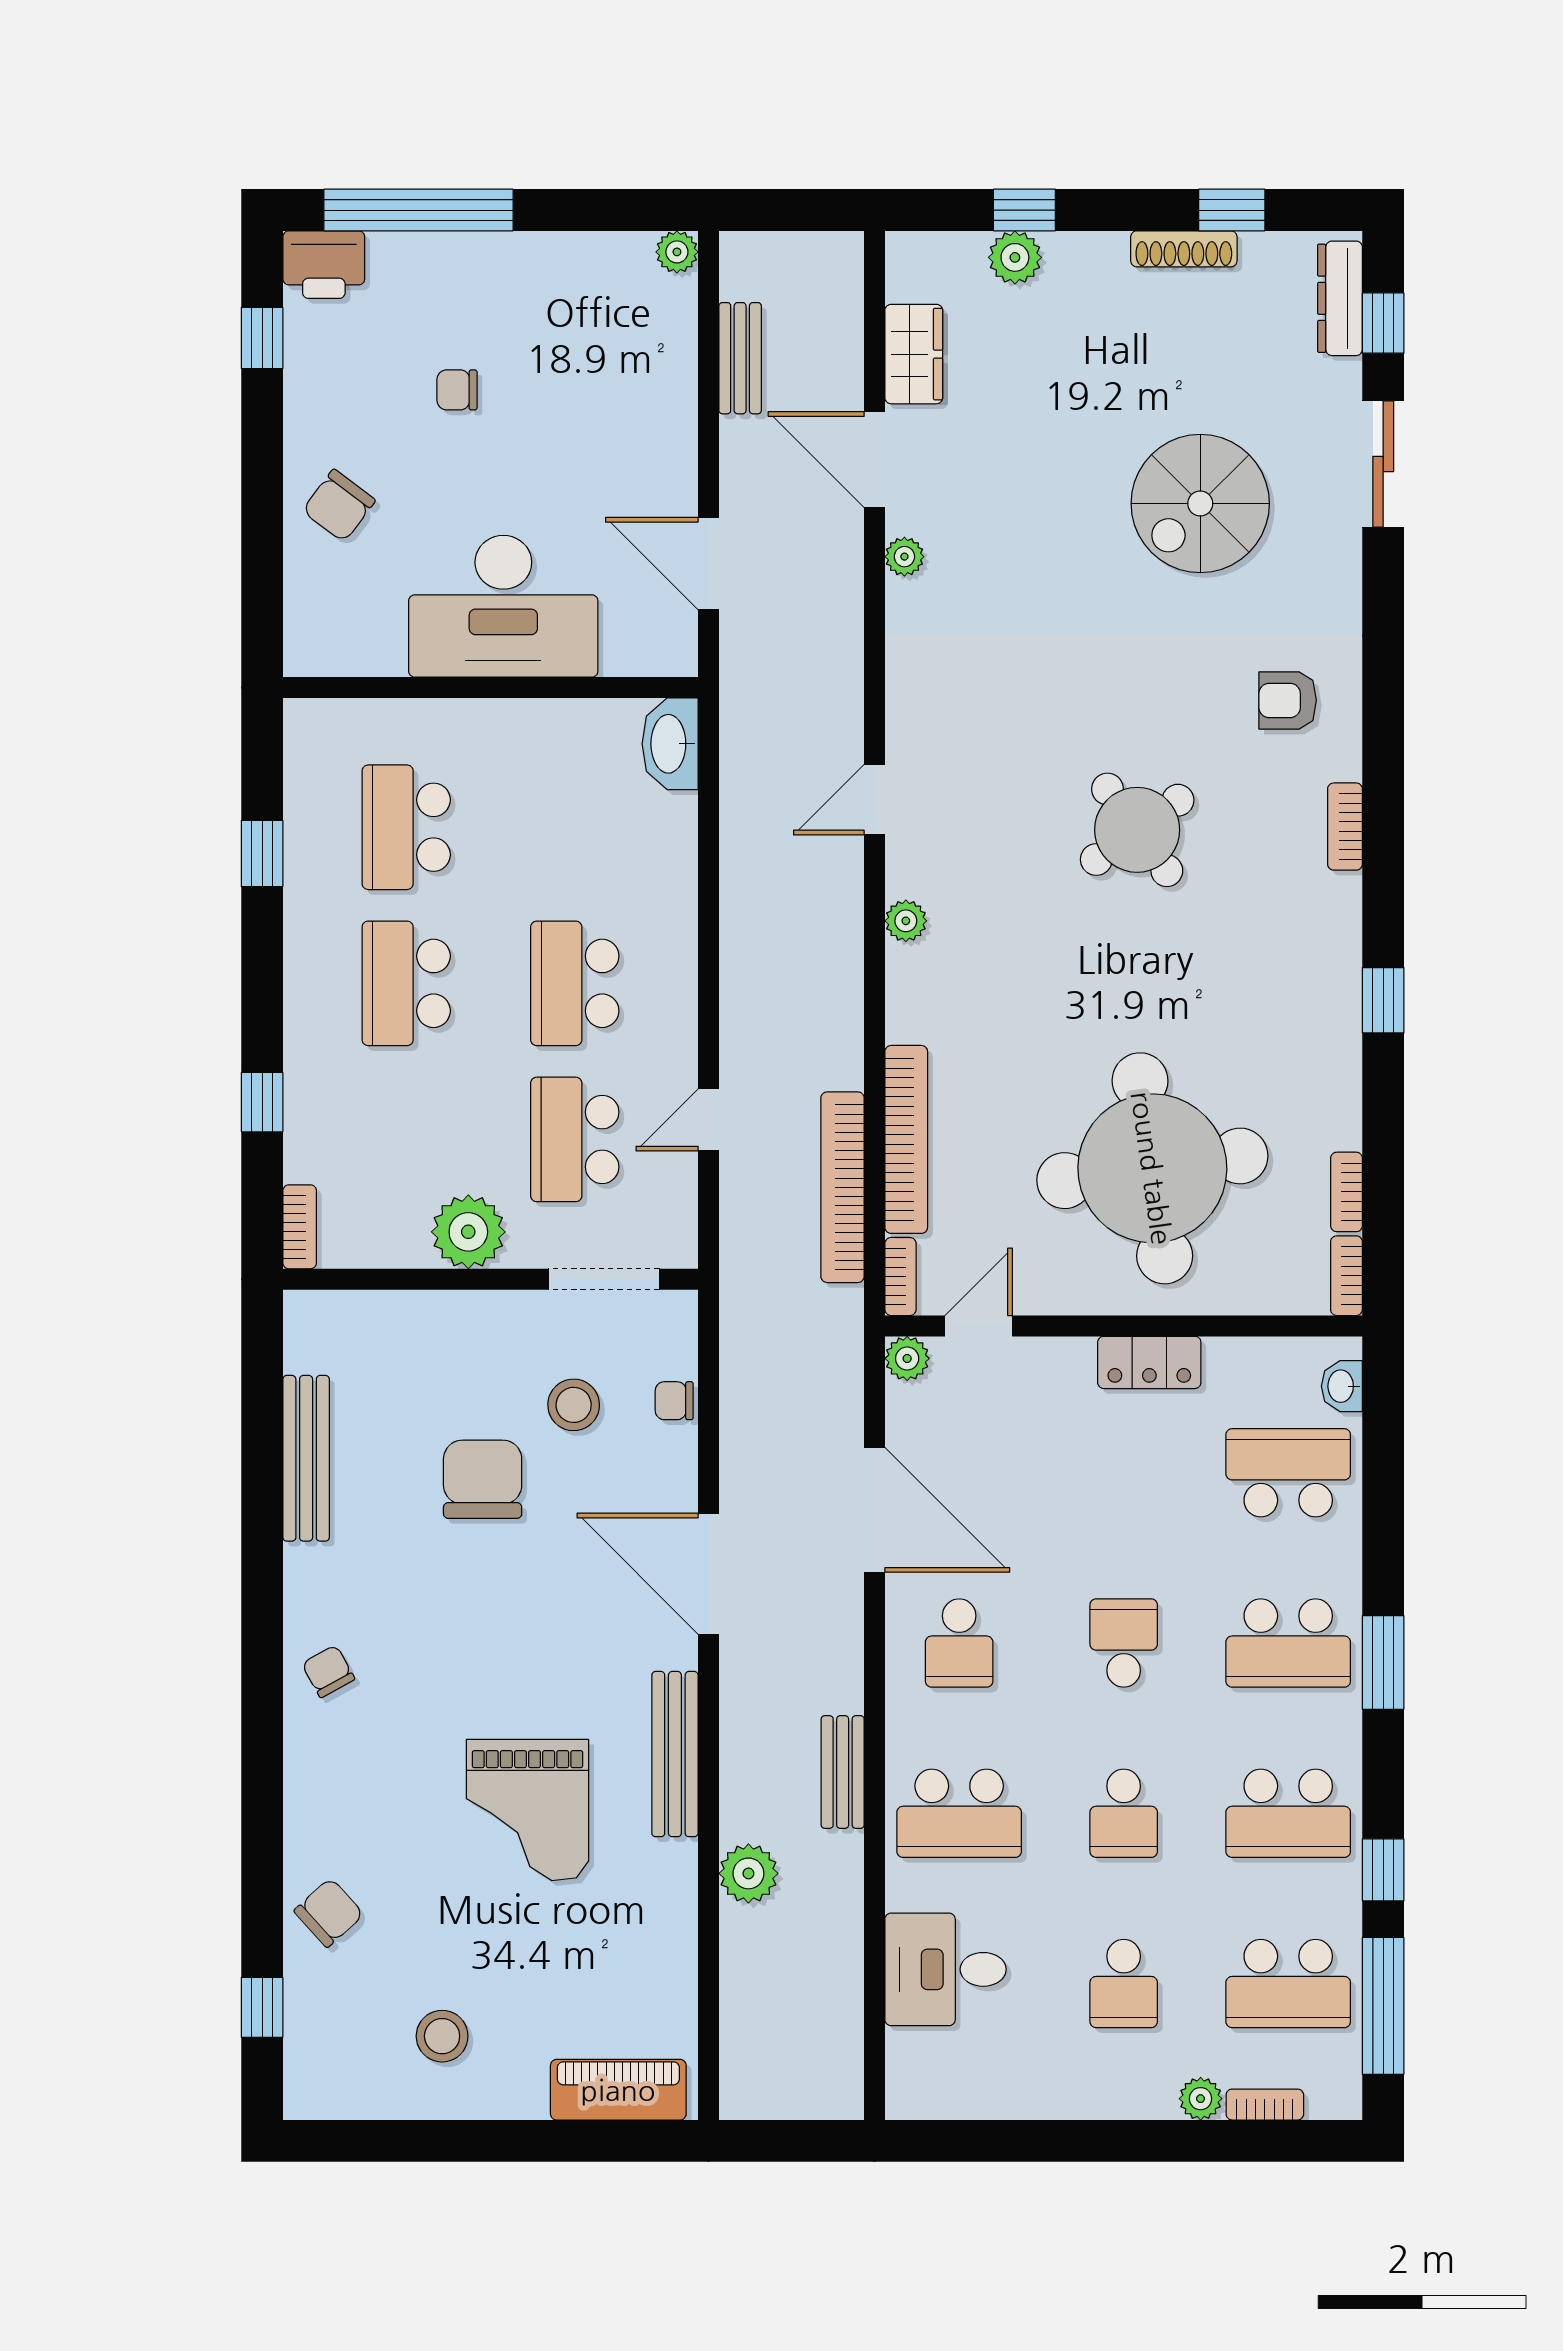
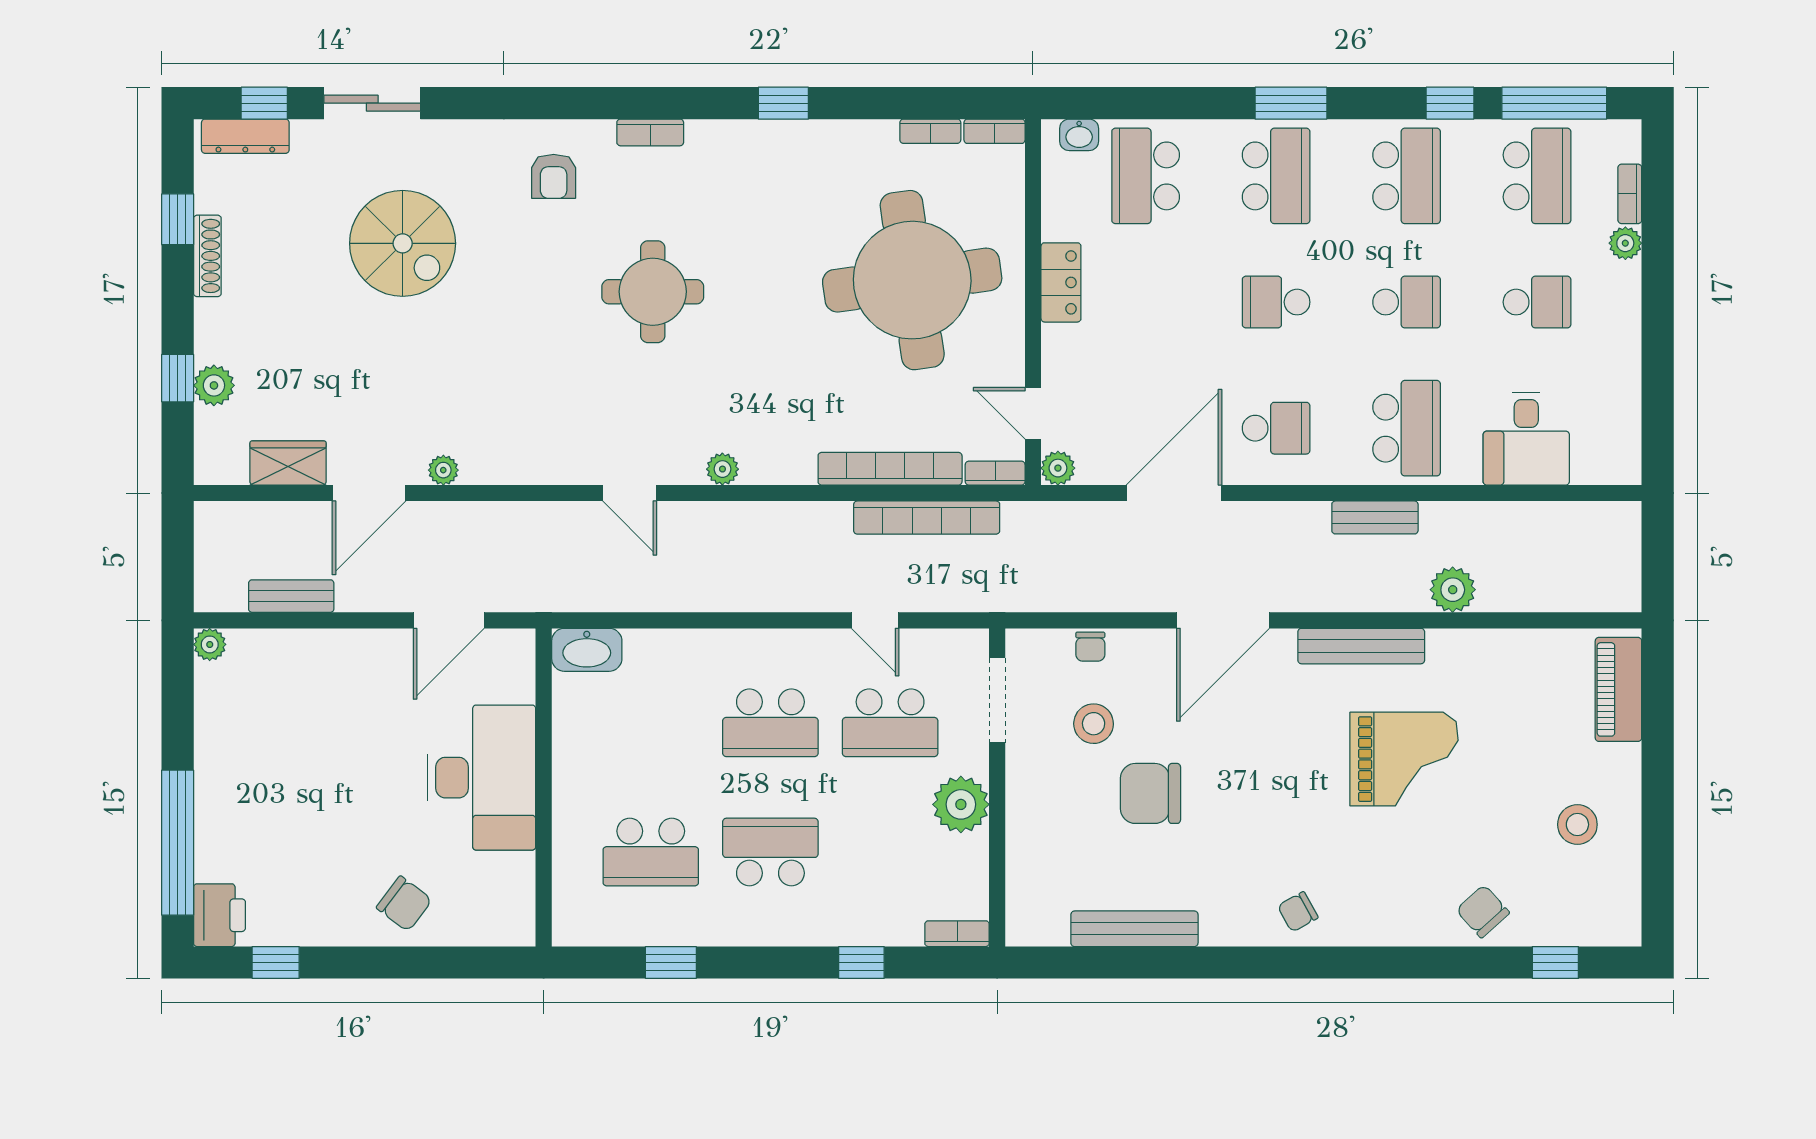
chair: (457, 390) -> (315, 813), removed
round table: (1137, 830) -> (653, 292), turned 36
school desk: (406, 983) -> (770, 852), turned 180

